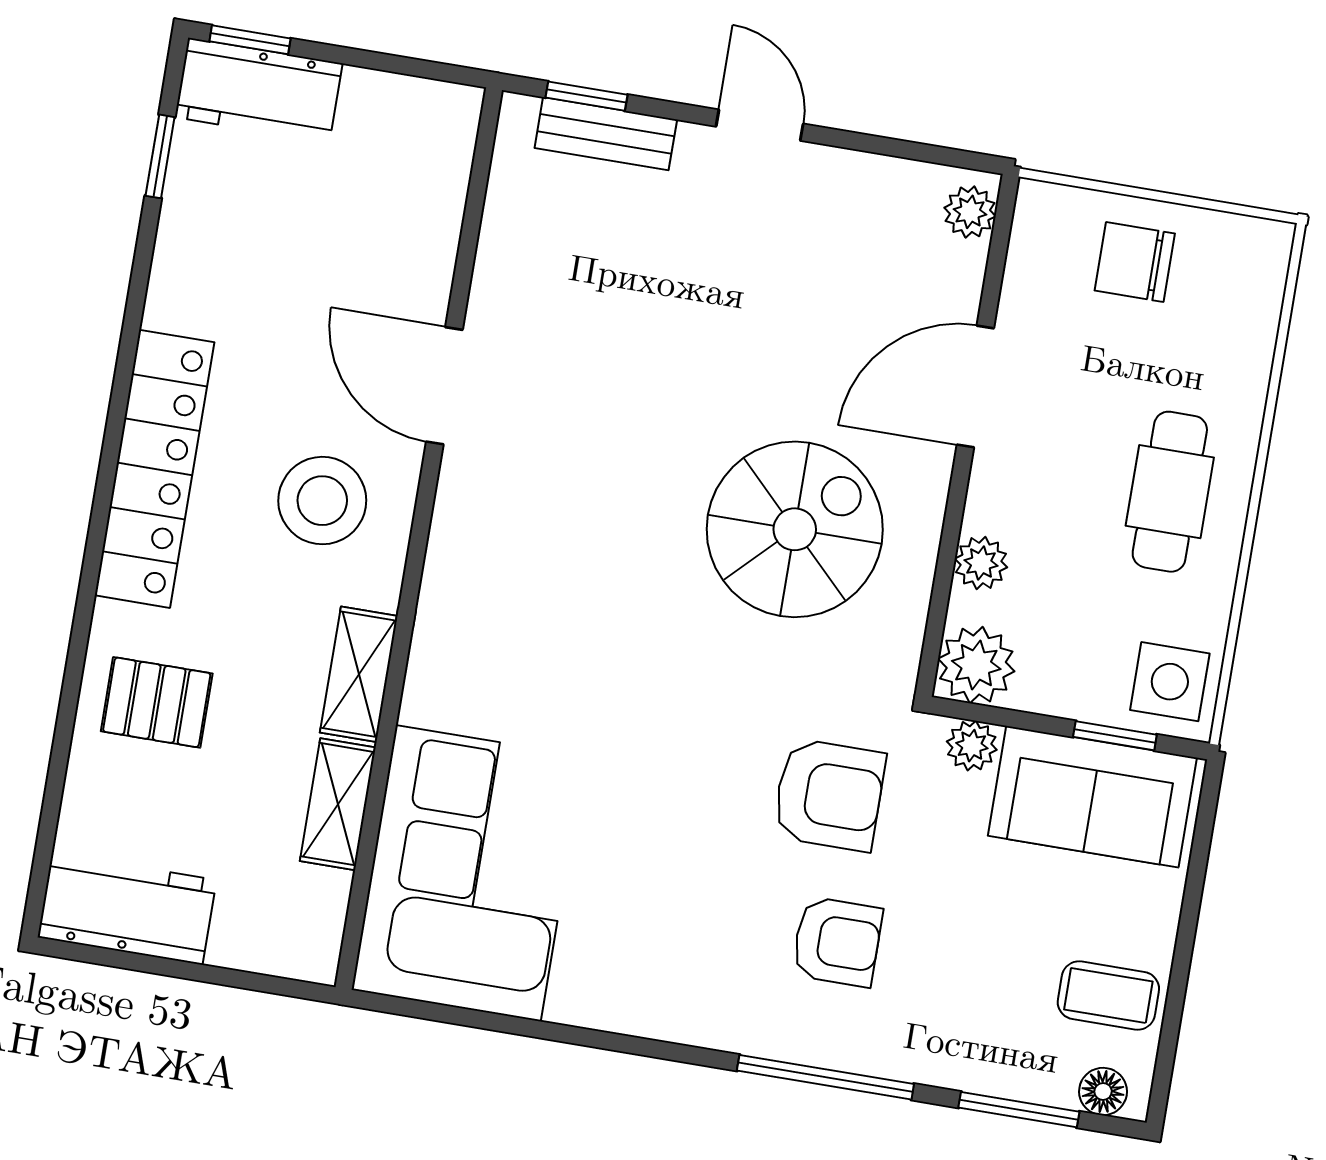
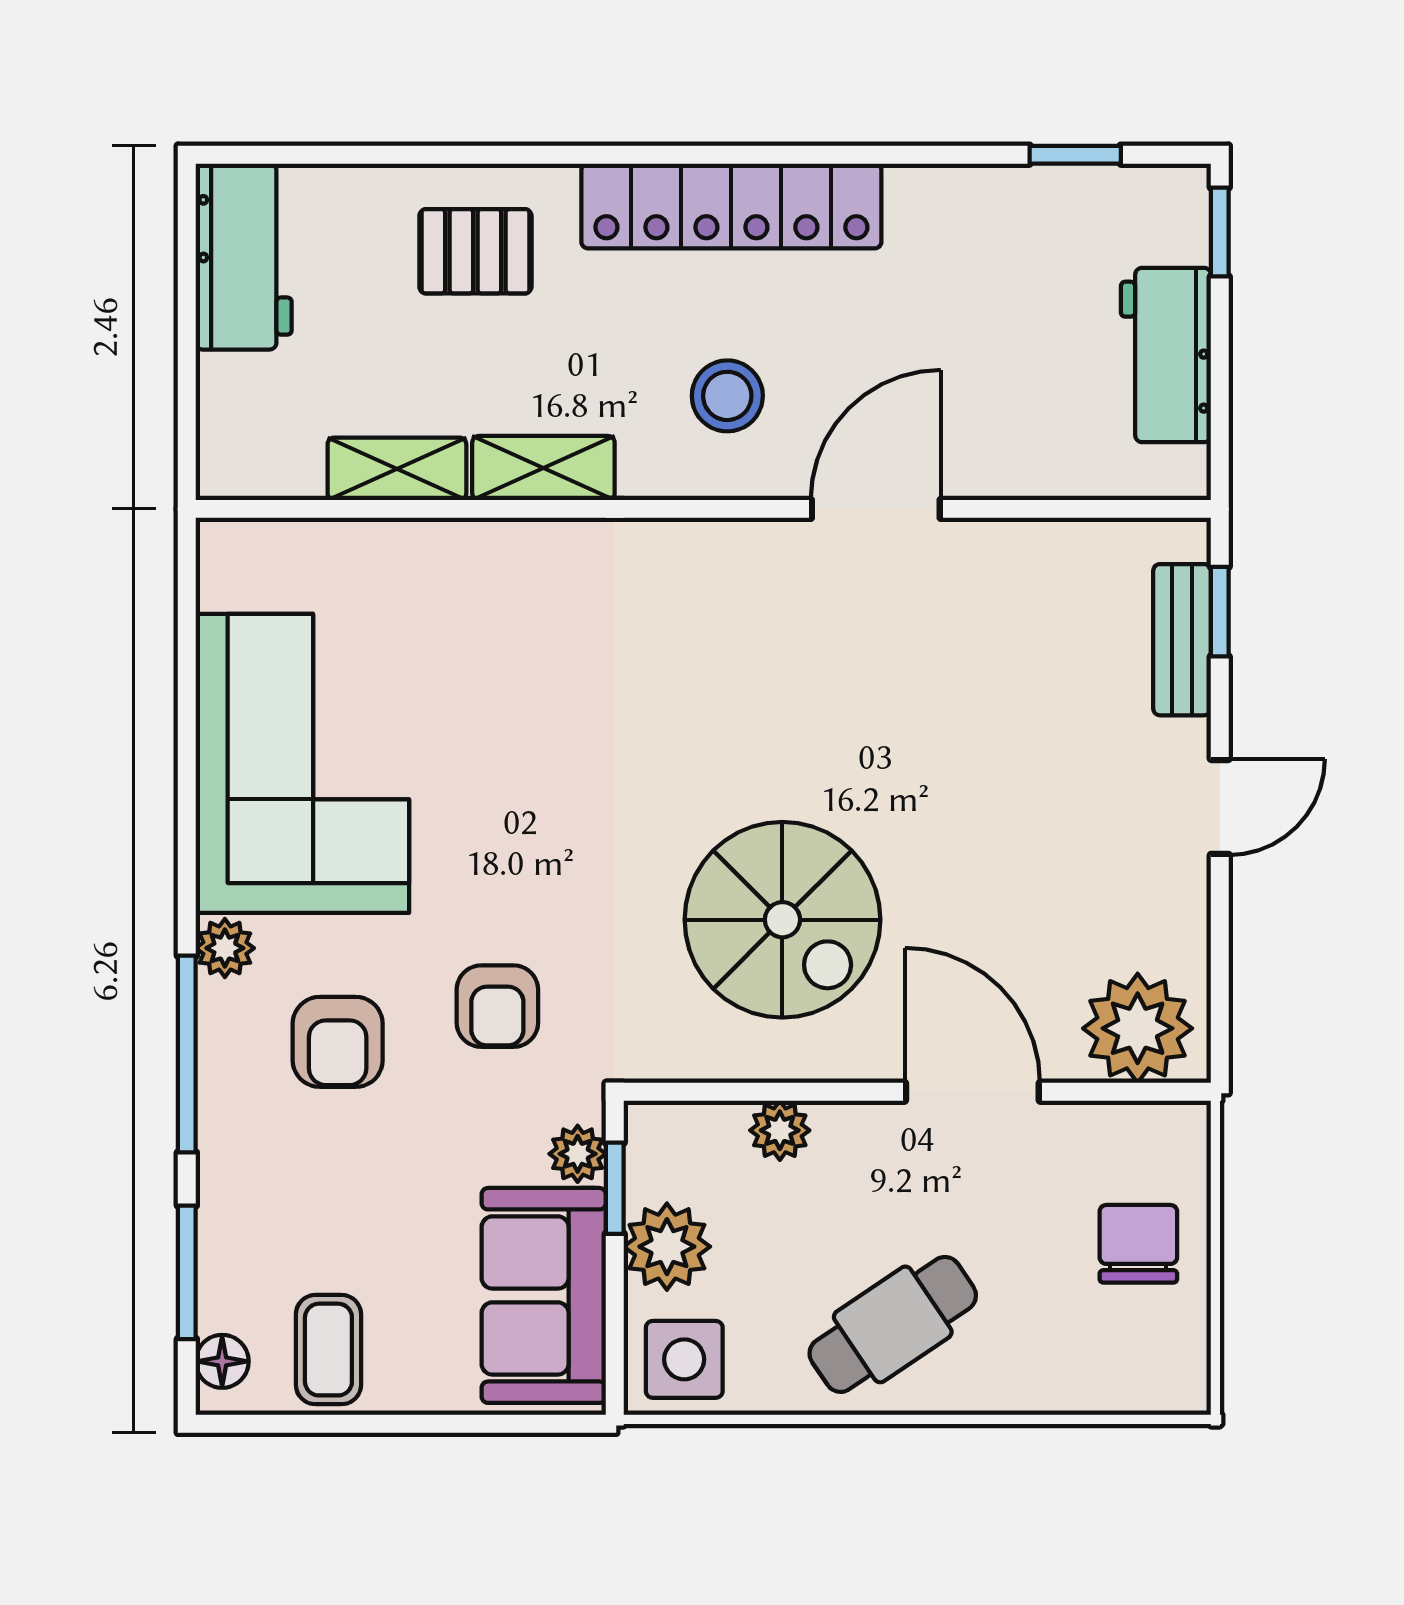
workbench: (259, 90) -> (1166, 355), moved
plant: (970, 212) -> (1138, 1028), width x1.88, depth x1.88
cafe table: (1170, 492) -> (893, 1324), turned -34
stool: (322, 501) -> (727, 396), width x0.73, depth x0.73
plant: (976, 665) -> (667, 1247), moved
pallet: (157, 702) -> (475, 251), turned 90
window: (1115, 736) -> (615, 1188), moved
armchair: (829, 795) -> (497, 1006), width x0.72, depth x0.72
corner sofa: (468, 873) -> (302, 763), moved, turned -90
plant: (737, 1028) -> (225, 948), added

